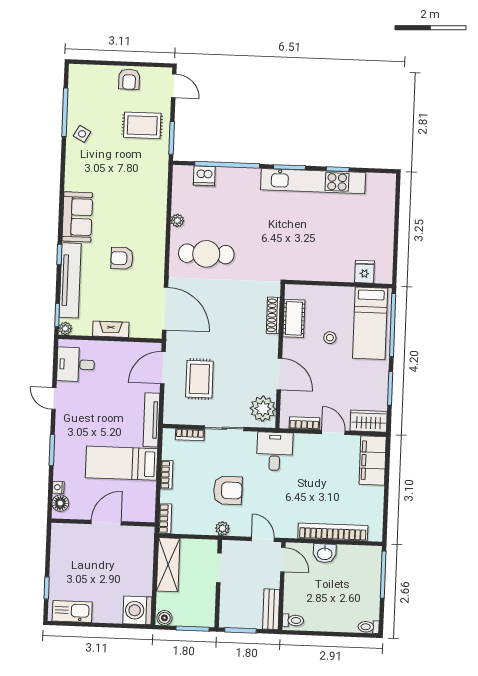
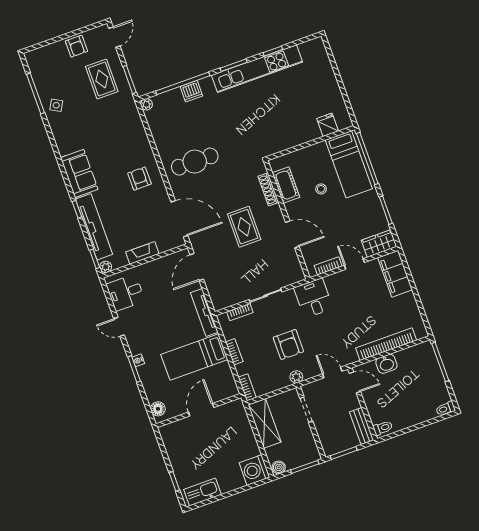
door: (174, 86) -> (114, 37), hinge flipped
rug: (142, 125) -> (102, 79), turned 90
dishwasher: (204, 176) -> (191, 91), moved
plant: (177, 221) -> (147, 104), moved
armchair: (122, 258) -> (140, 179), moved, turned 90
rug: (199, 379) -> (244, 227), moved
plant: (263, 409) -> (290, 268), removed
nightstand: (58, 487) -> (138, 360), moved
armchair: (228, 490) -> (288, 344), turned 90

